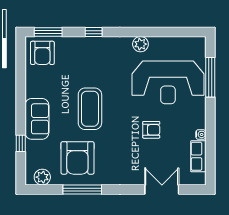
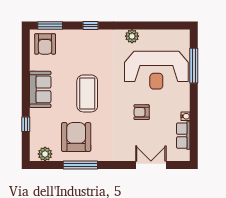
sofa: (37, 119) -> (40, 89), moved
armchair: (151, 130) -> (142, 112), turned 180
armchair: (77, 158) -> (76, 137), turned 180

